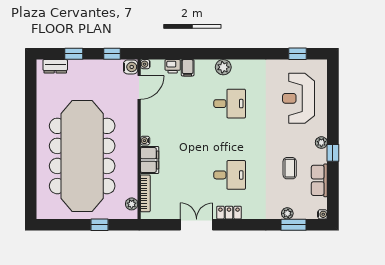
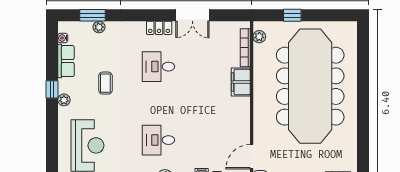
water cooler: (145, 141) -> (245, 102), removed
coffee table: (290, 168) -> (105, 83), moved
water cooler: (322, 214) -> (63, 38), moved

